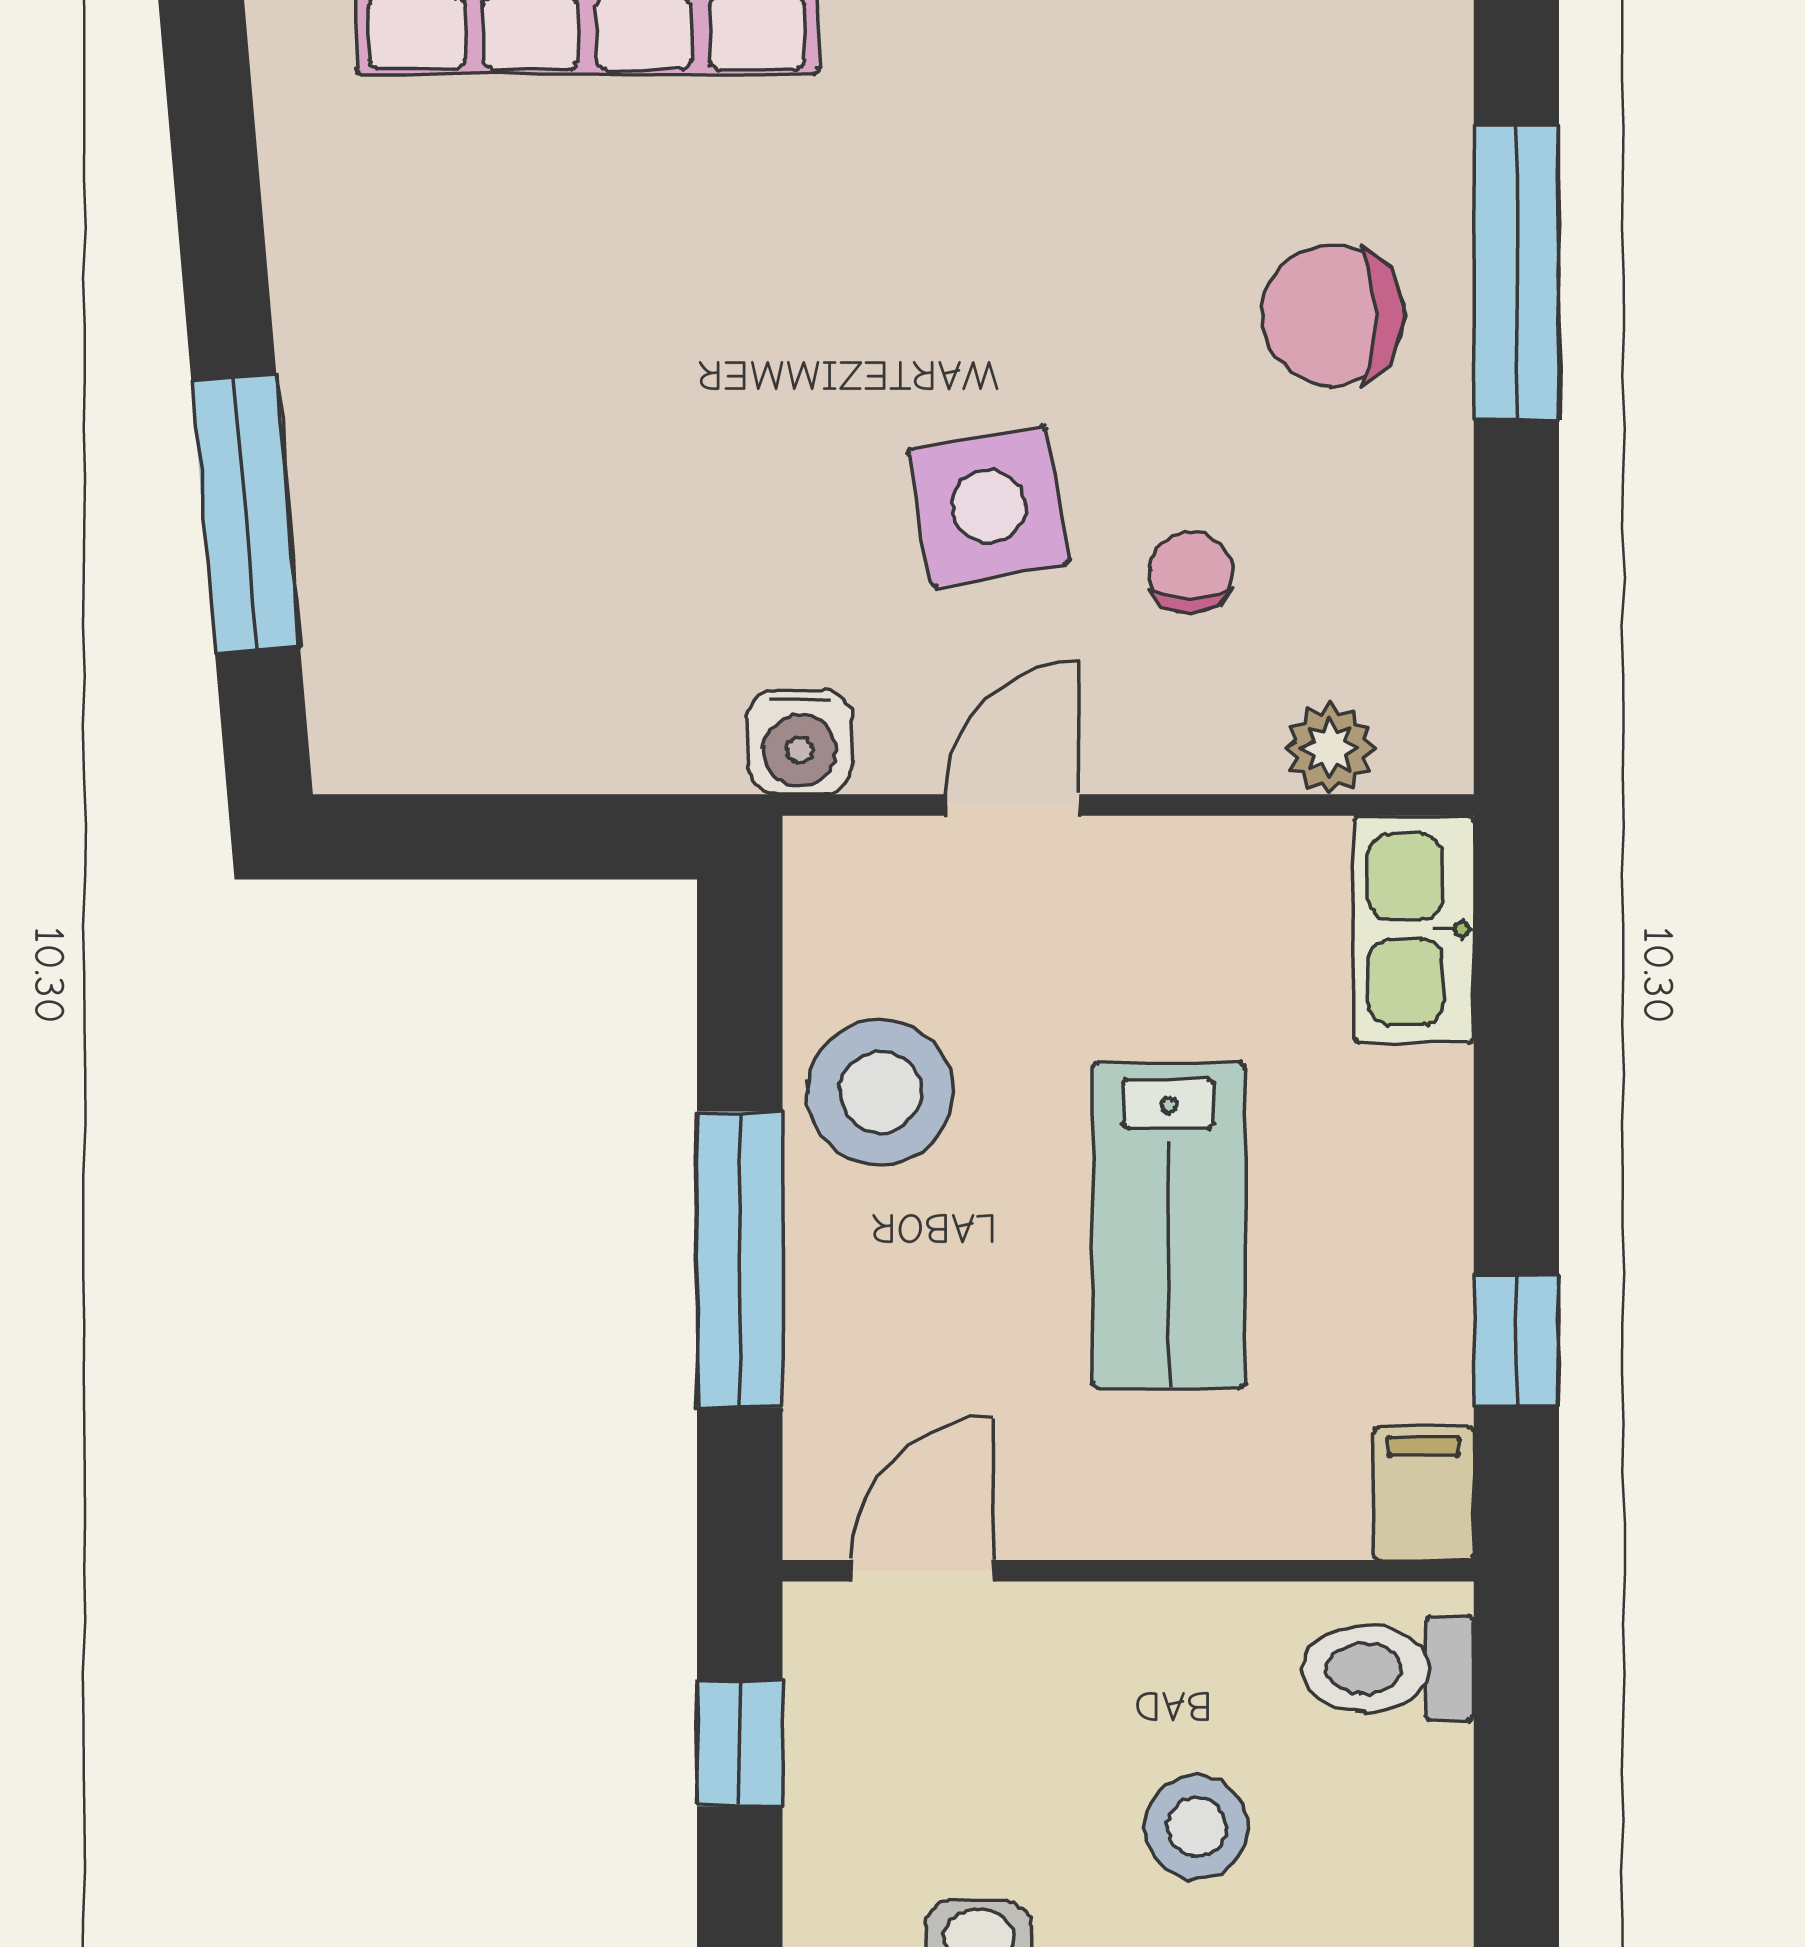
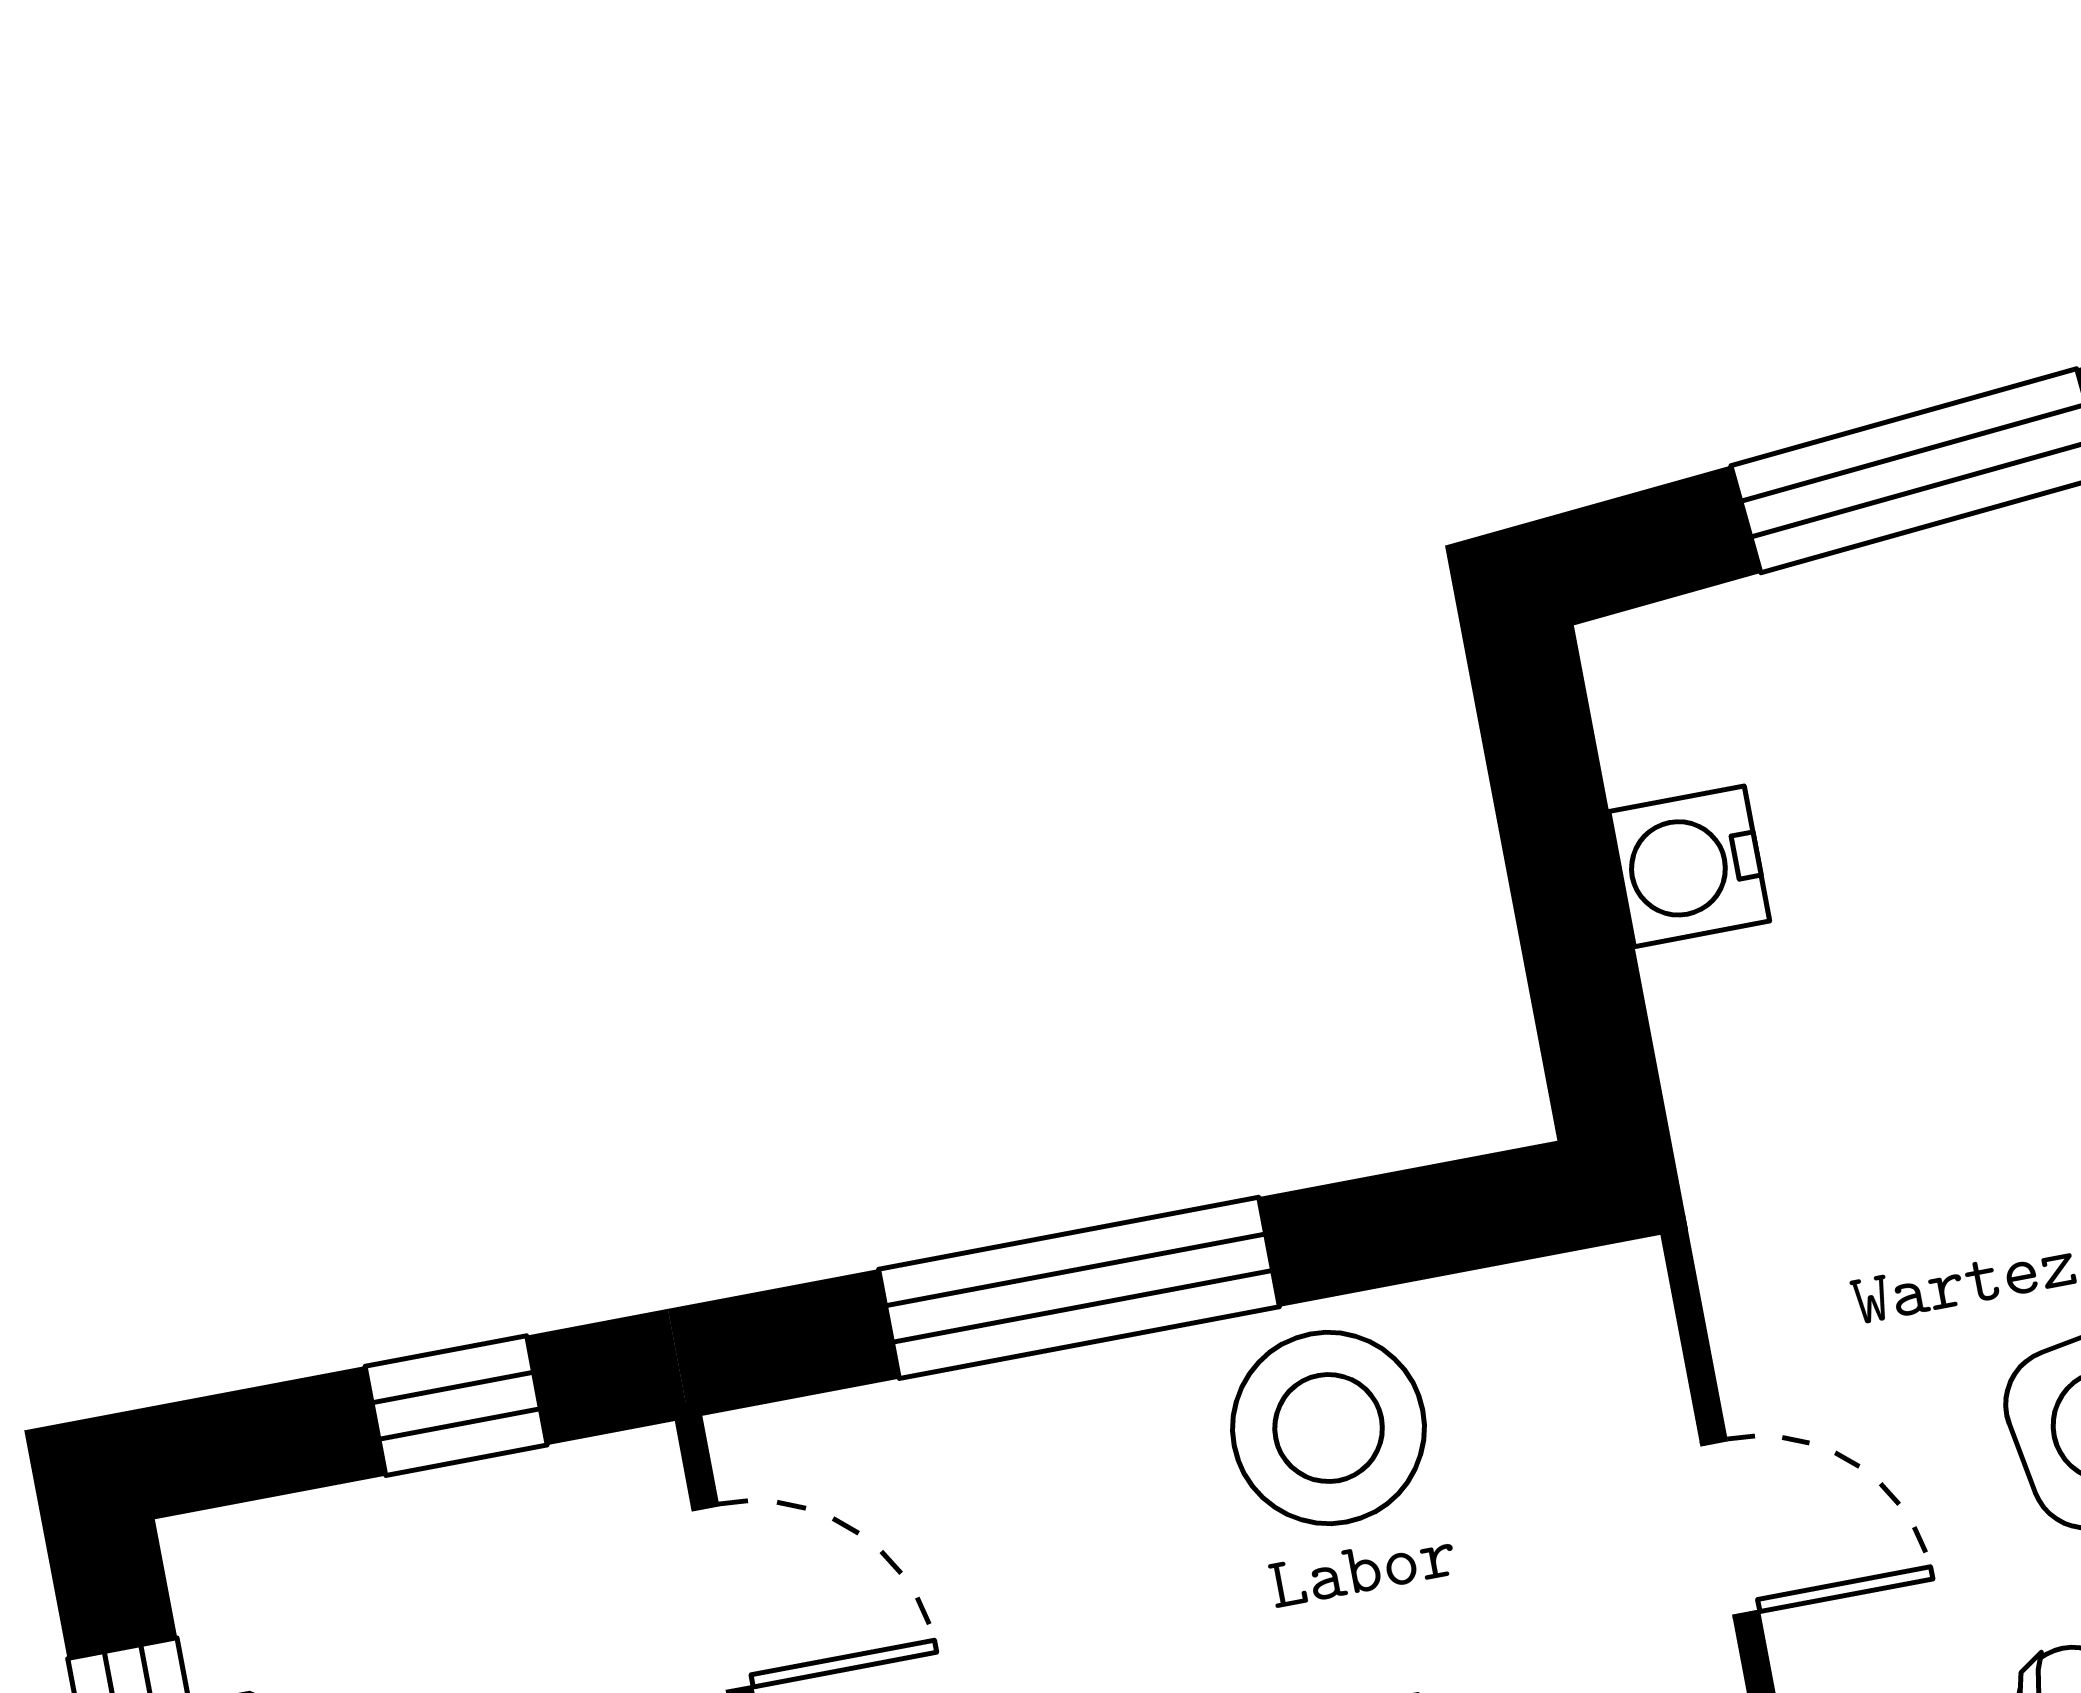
water cooler: (800, 742) -> (1689, 866), moved

